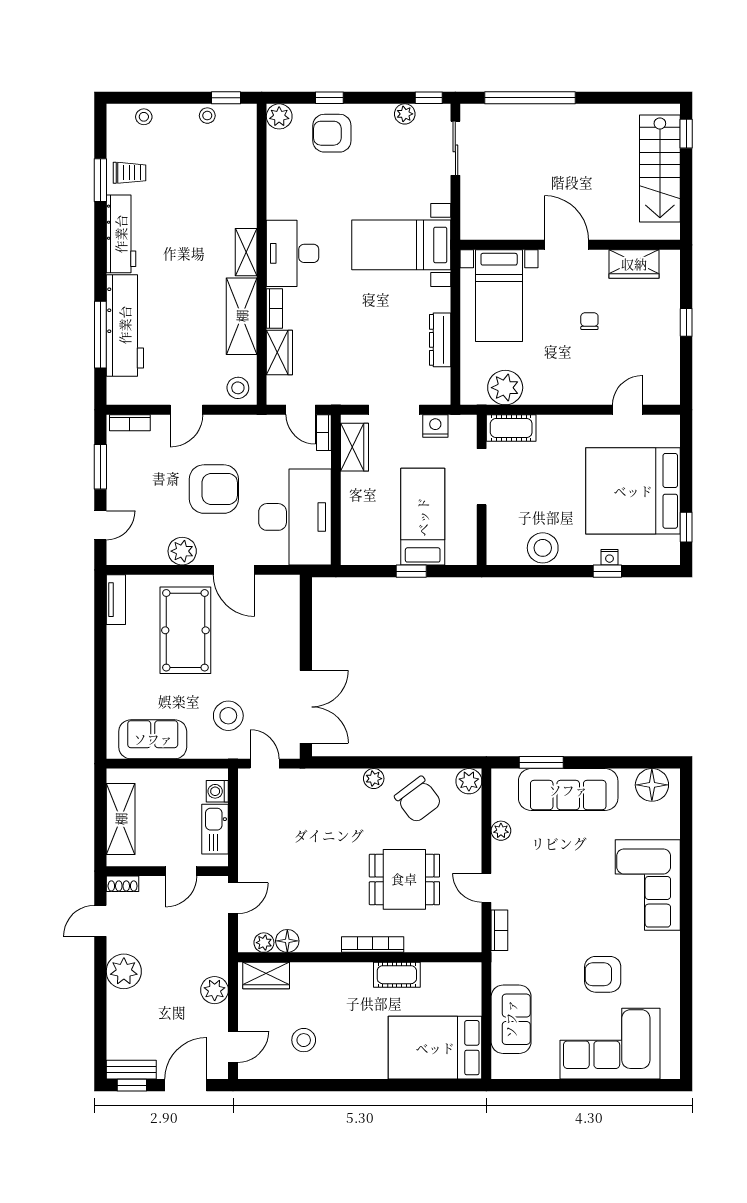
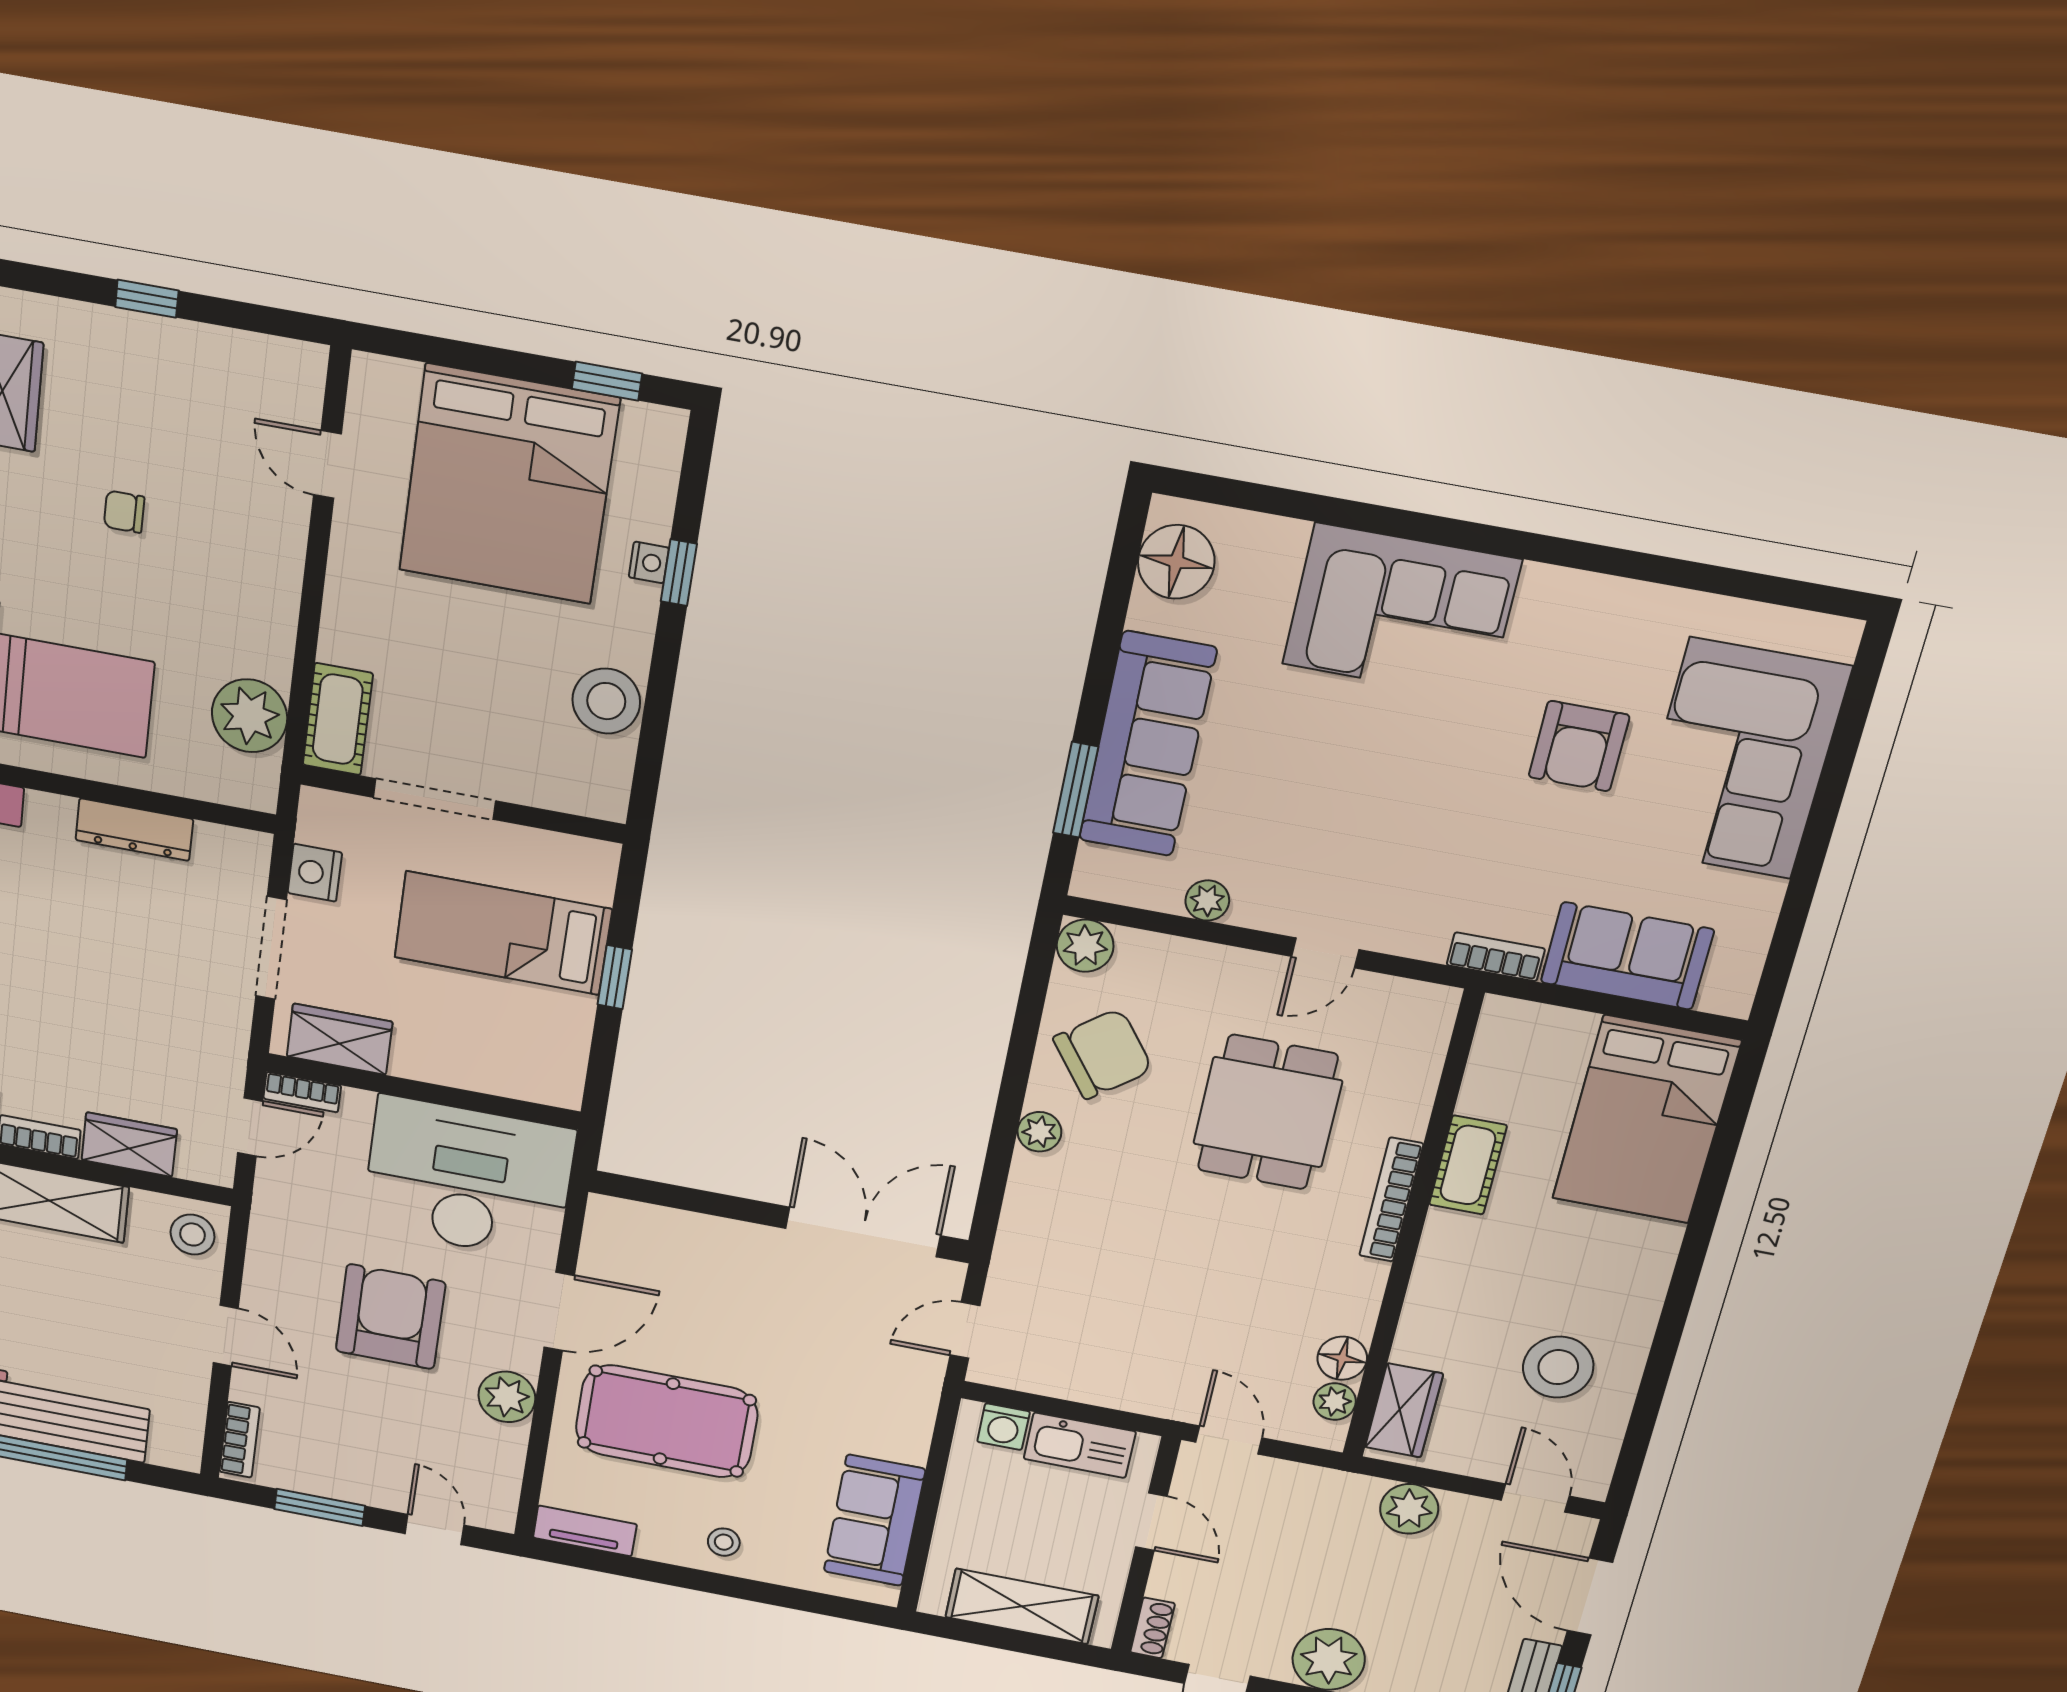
stool: (228, 716) -> (724, 1542), moved, width x0.53, depth x0.53
bookcase: (499, 930) -> (1496, 957), moved
stool: (304, 1040) -> (1558, 1367), width x1.38, depth x1.38

